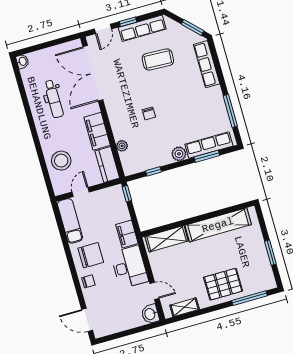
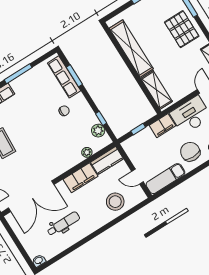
window: (230, 111) -> (18, 74), moved
chair: (149, 113) -> (64, 111), moved
plant: (179, 154) -> (98, 131), moved
window: (127, 194) -> (138, 129), moved

